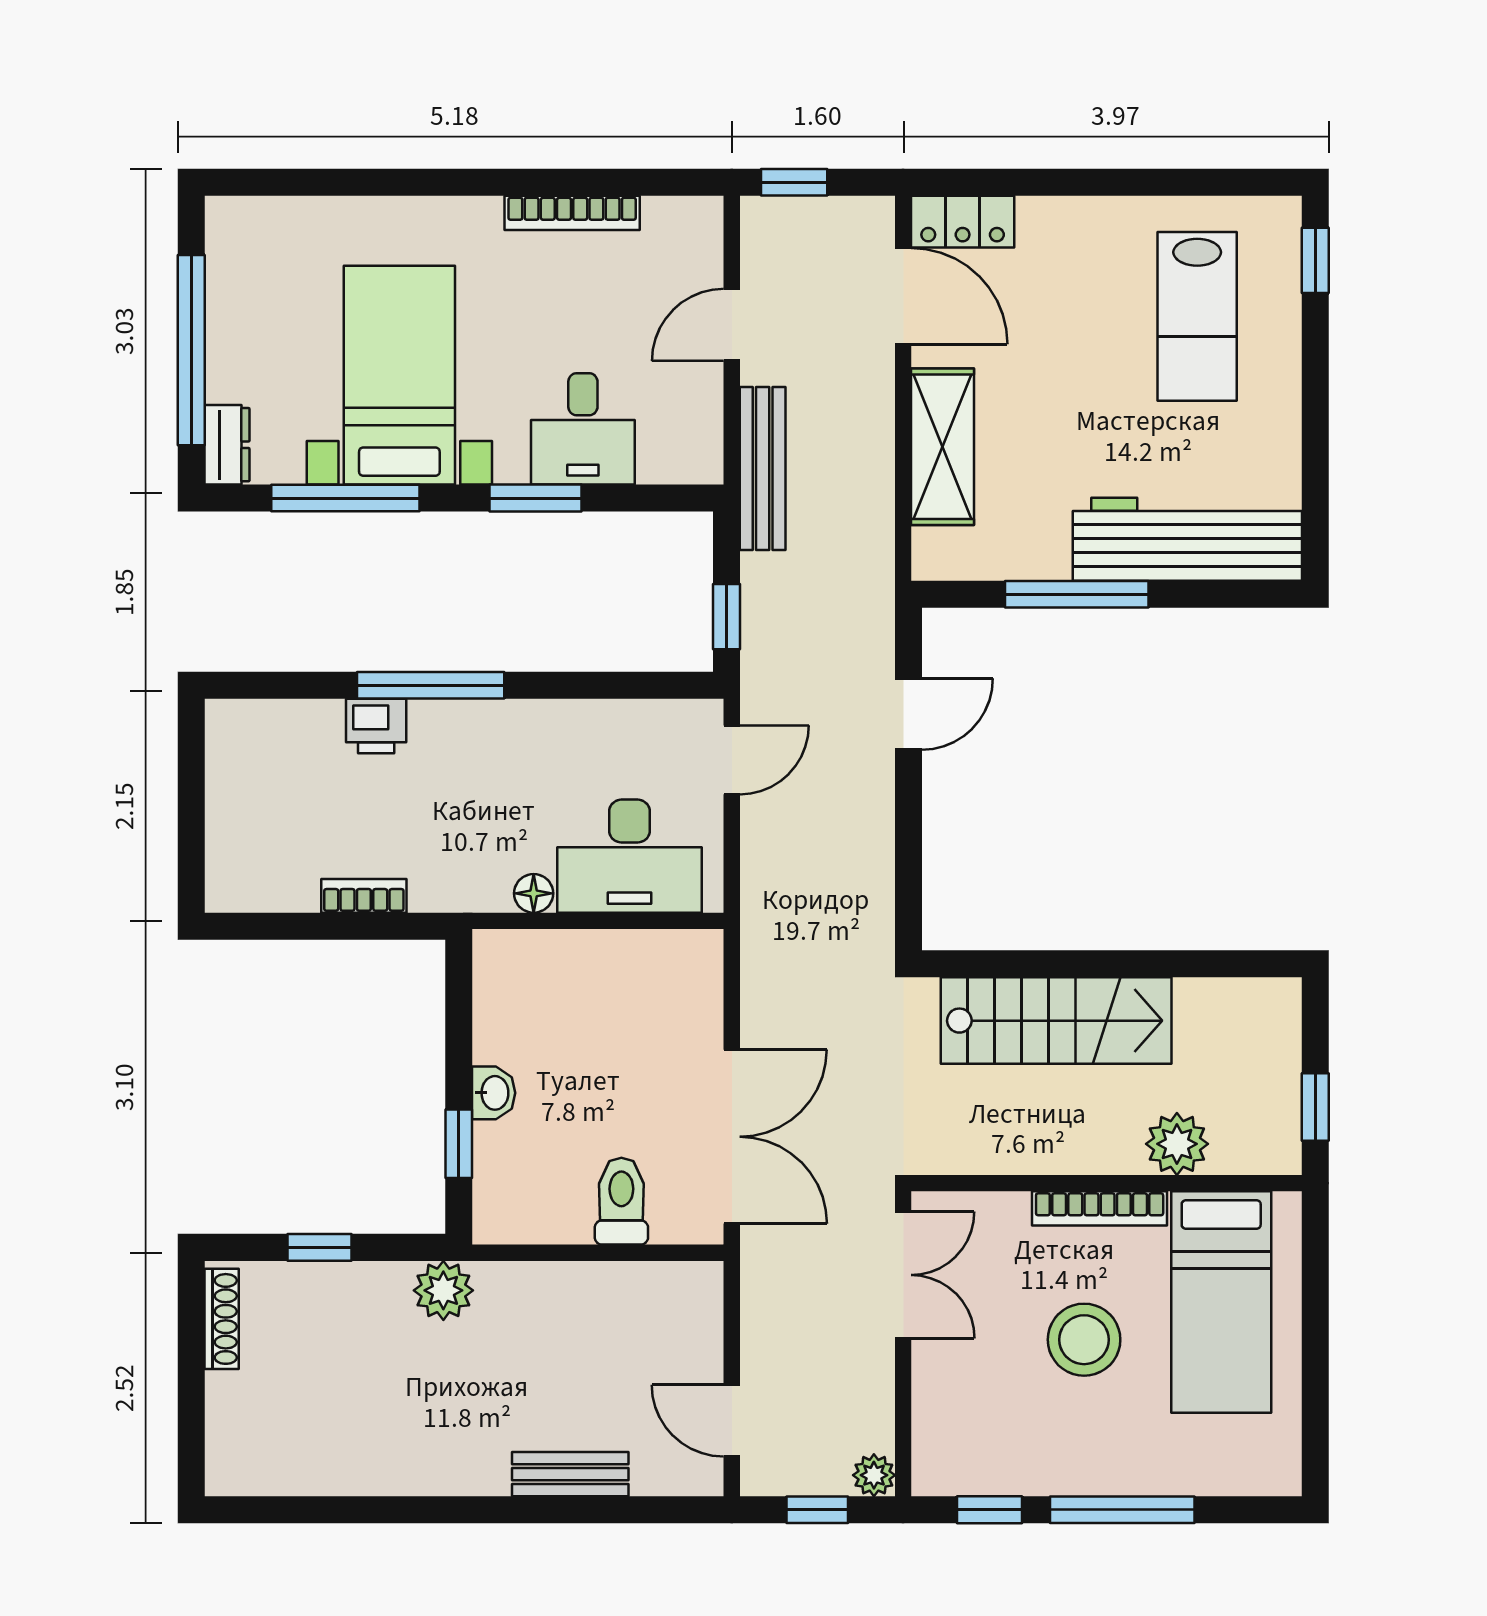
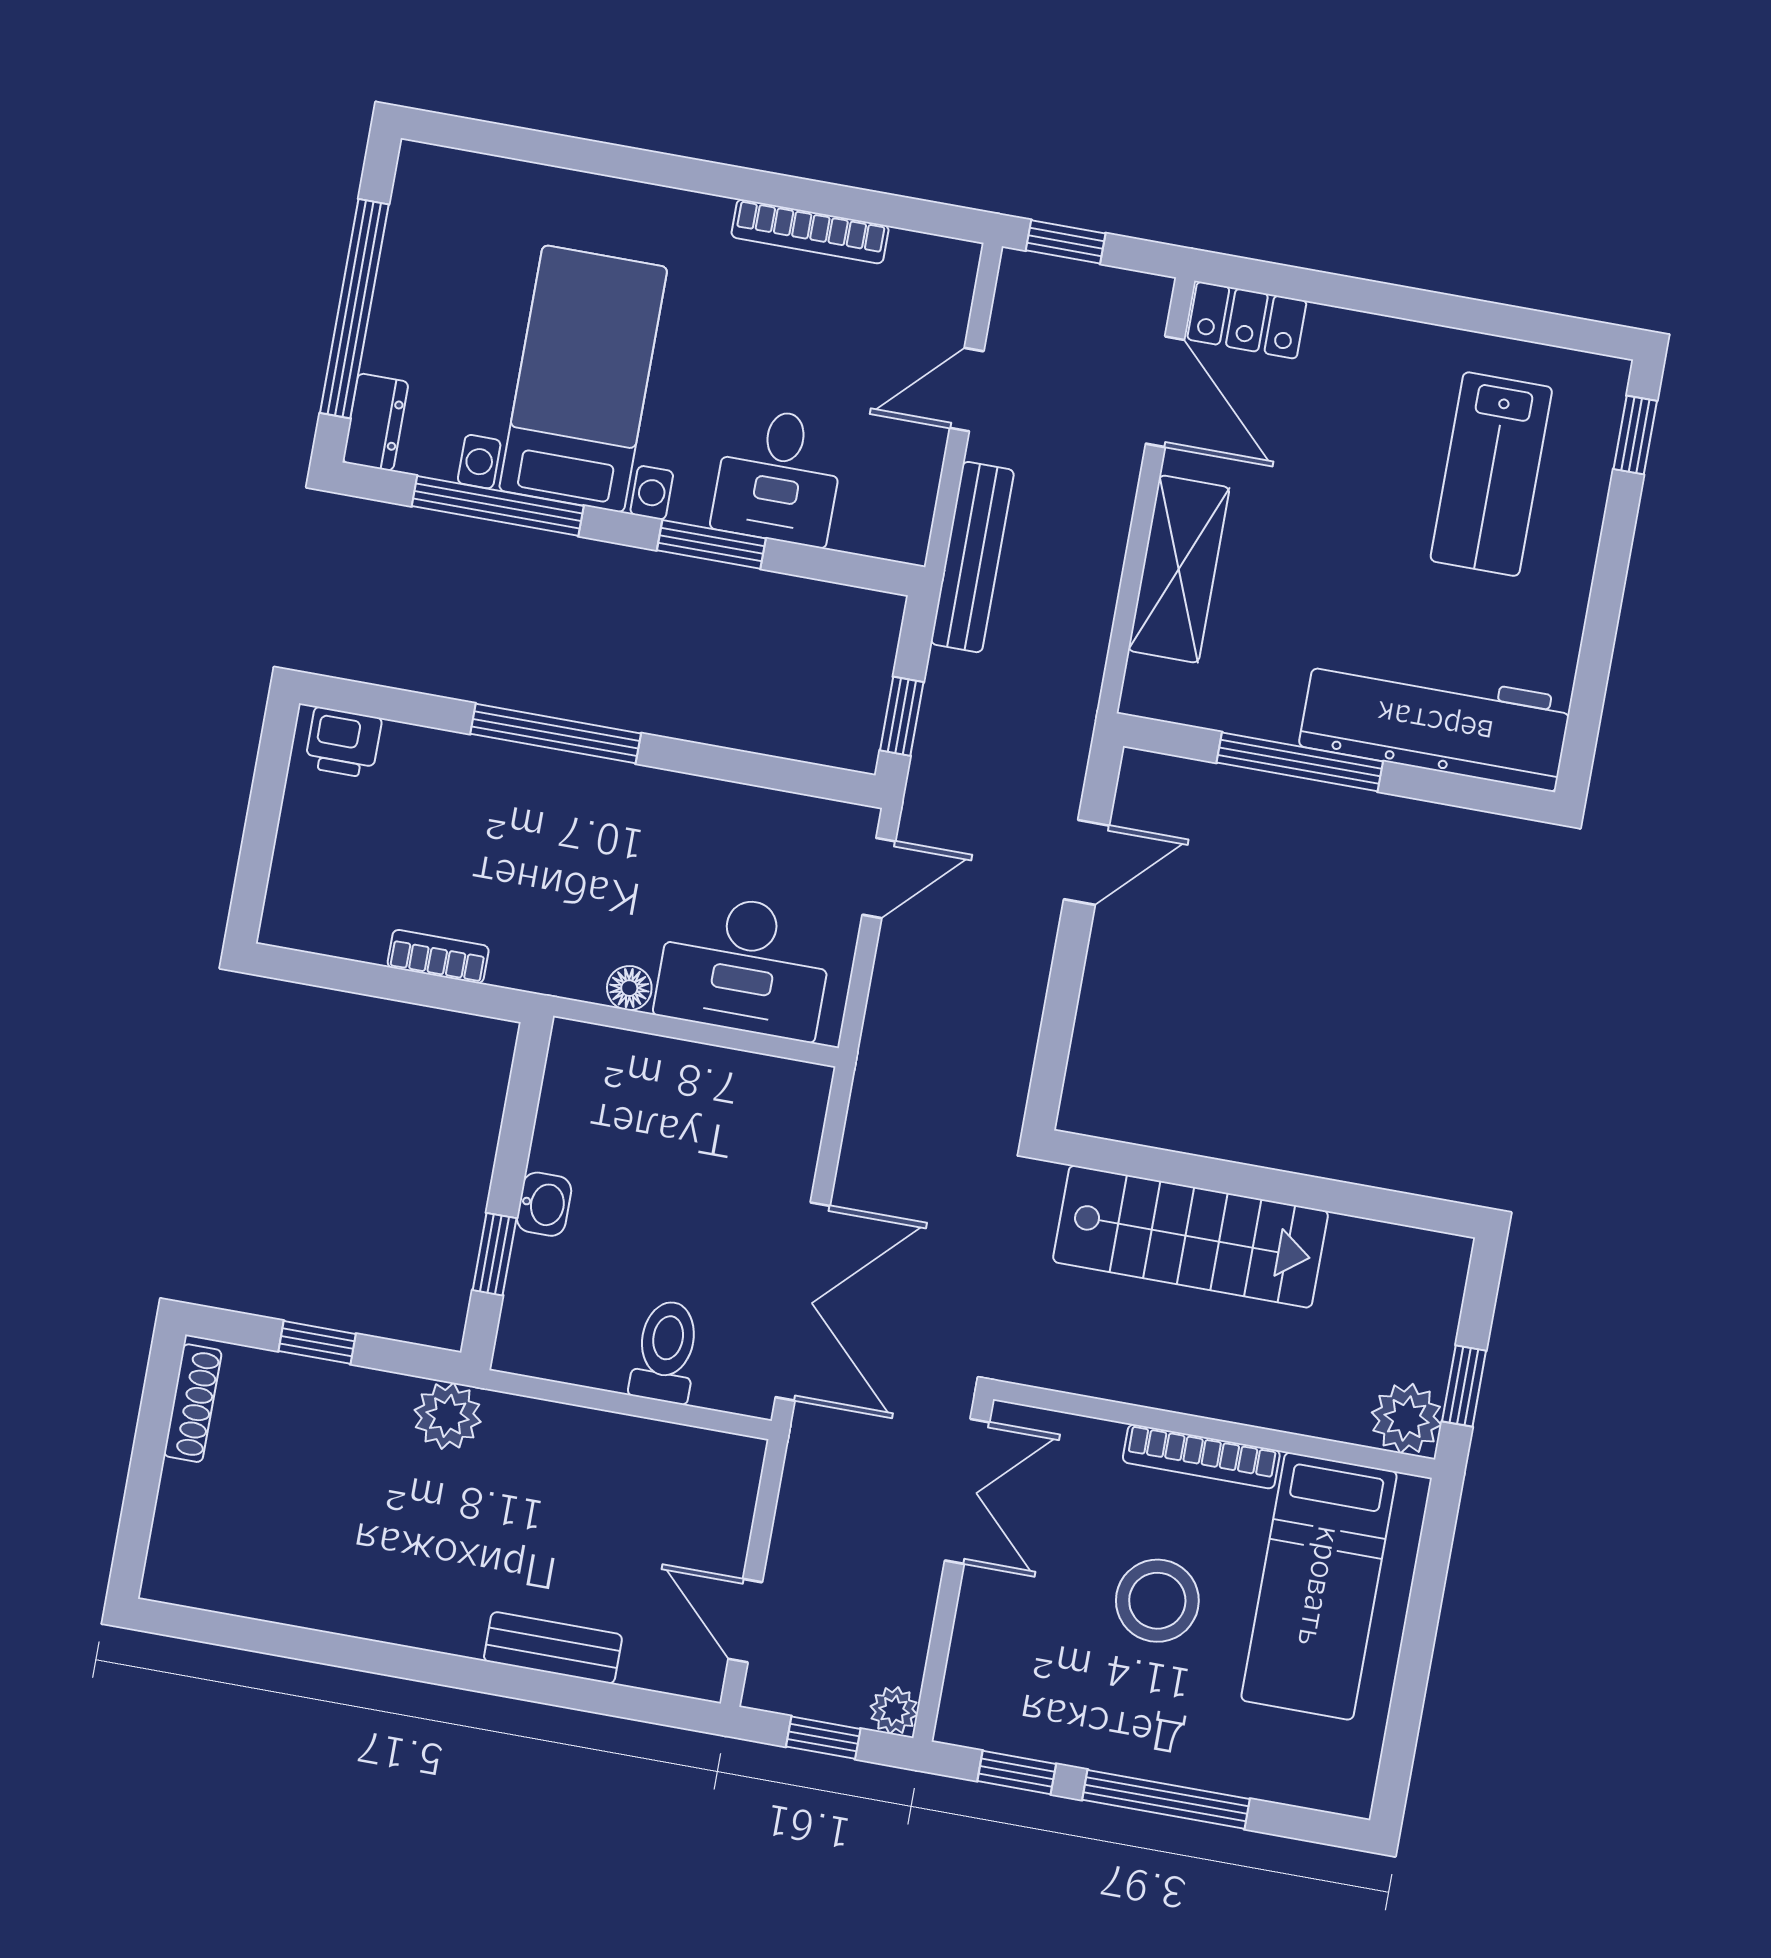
printer: (376, 726) -> (343, 743), moved
plant: (1177, 1144) -> (1407, 1419), moved

